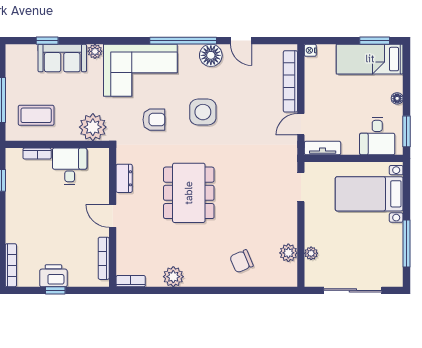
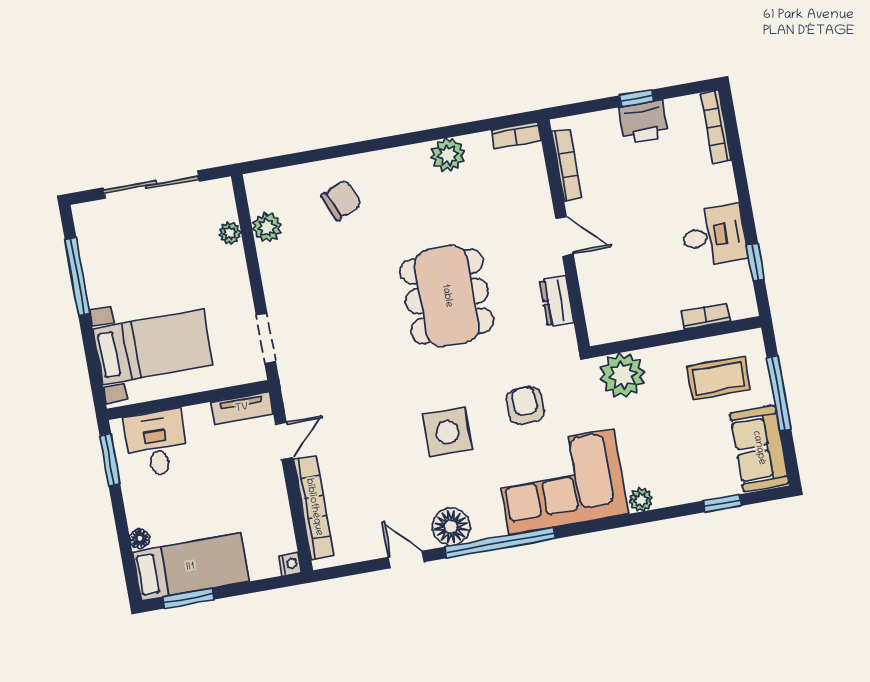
sofa: (62, 58) -> (759, 448), moved, turned -90
floor lamp: (397, 98) -> (140, 539), moved
armchair: (154, 120) -> (525, 405), turned 90
desk: (70, 166) -> (714, 236), moved, turned -90

